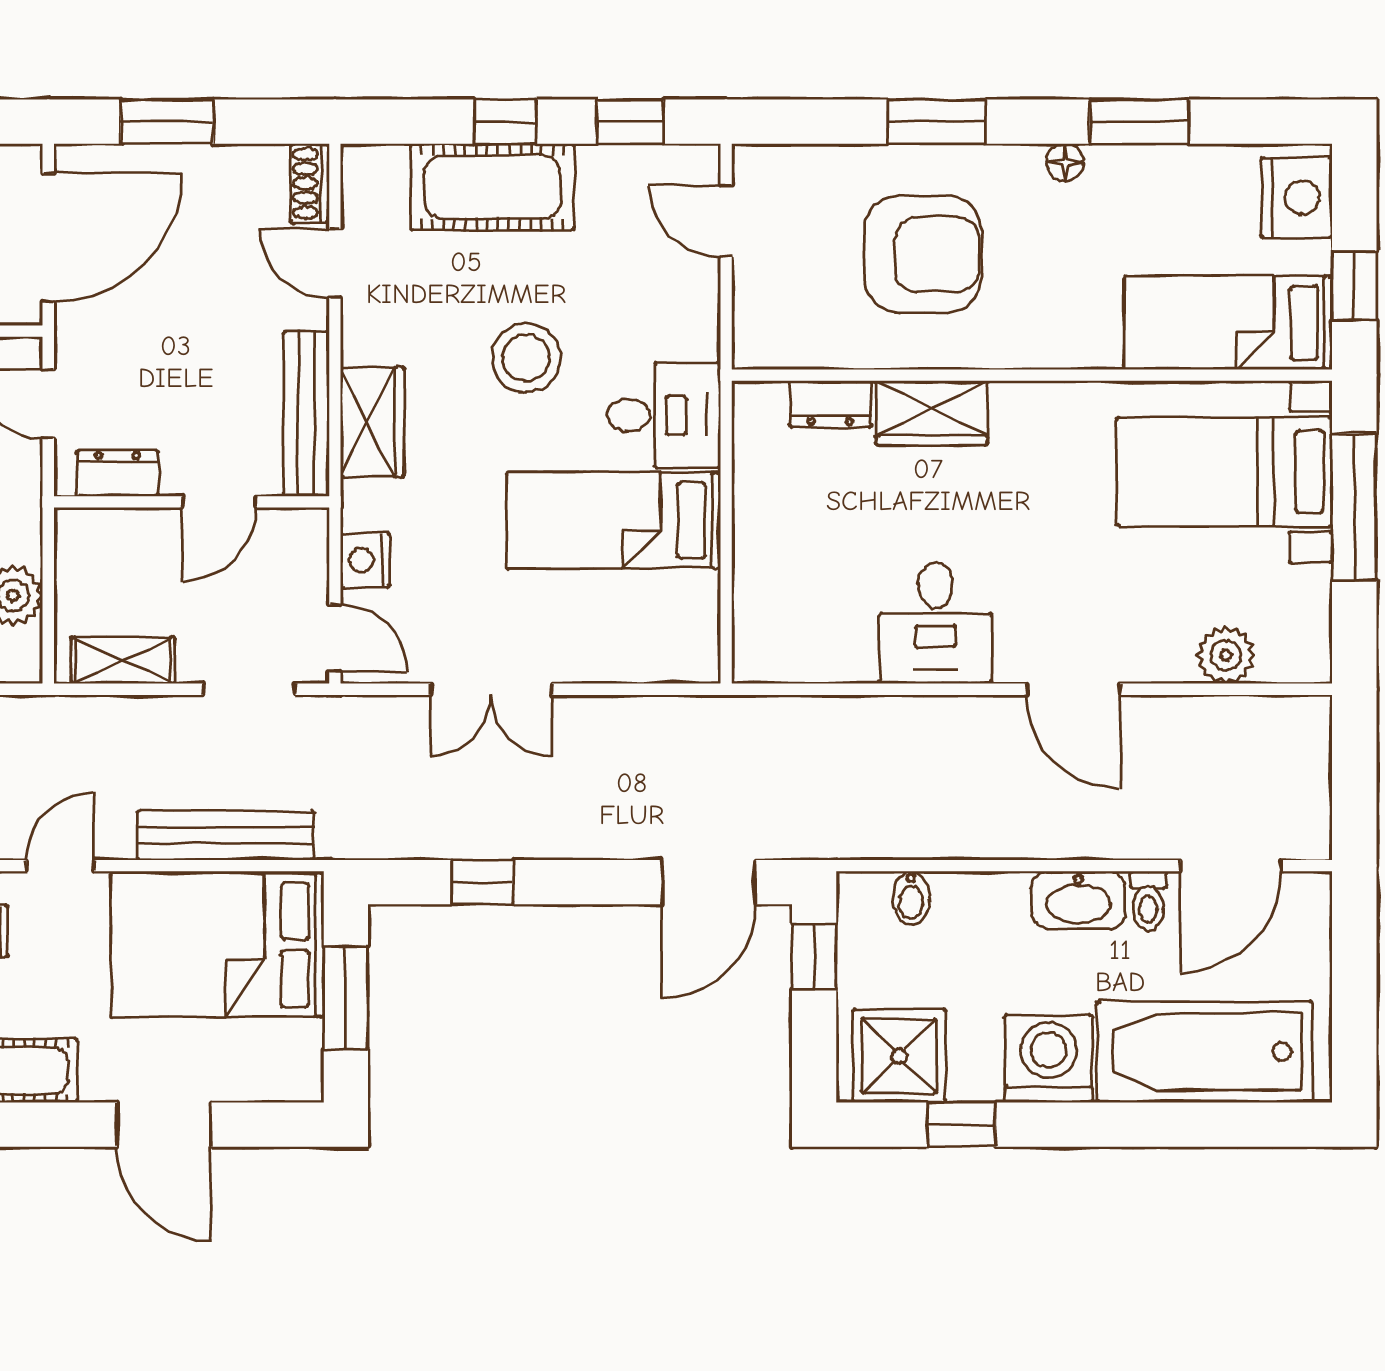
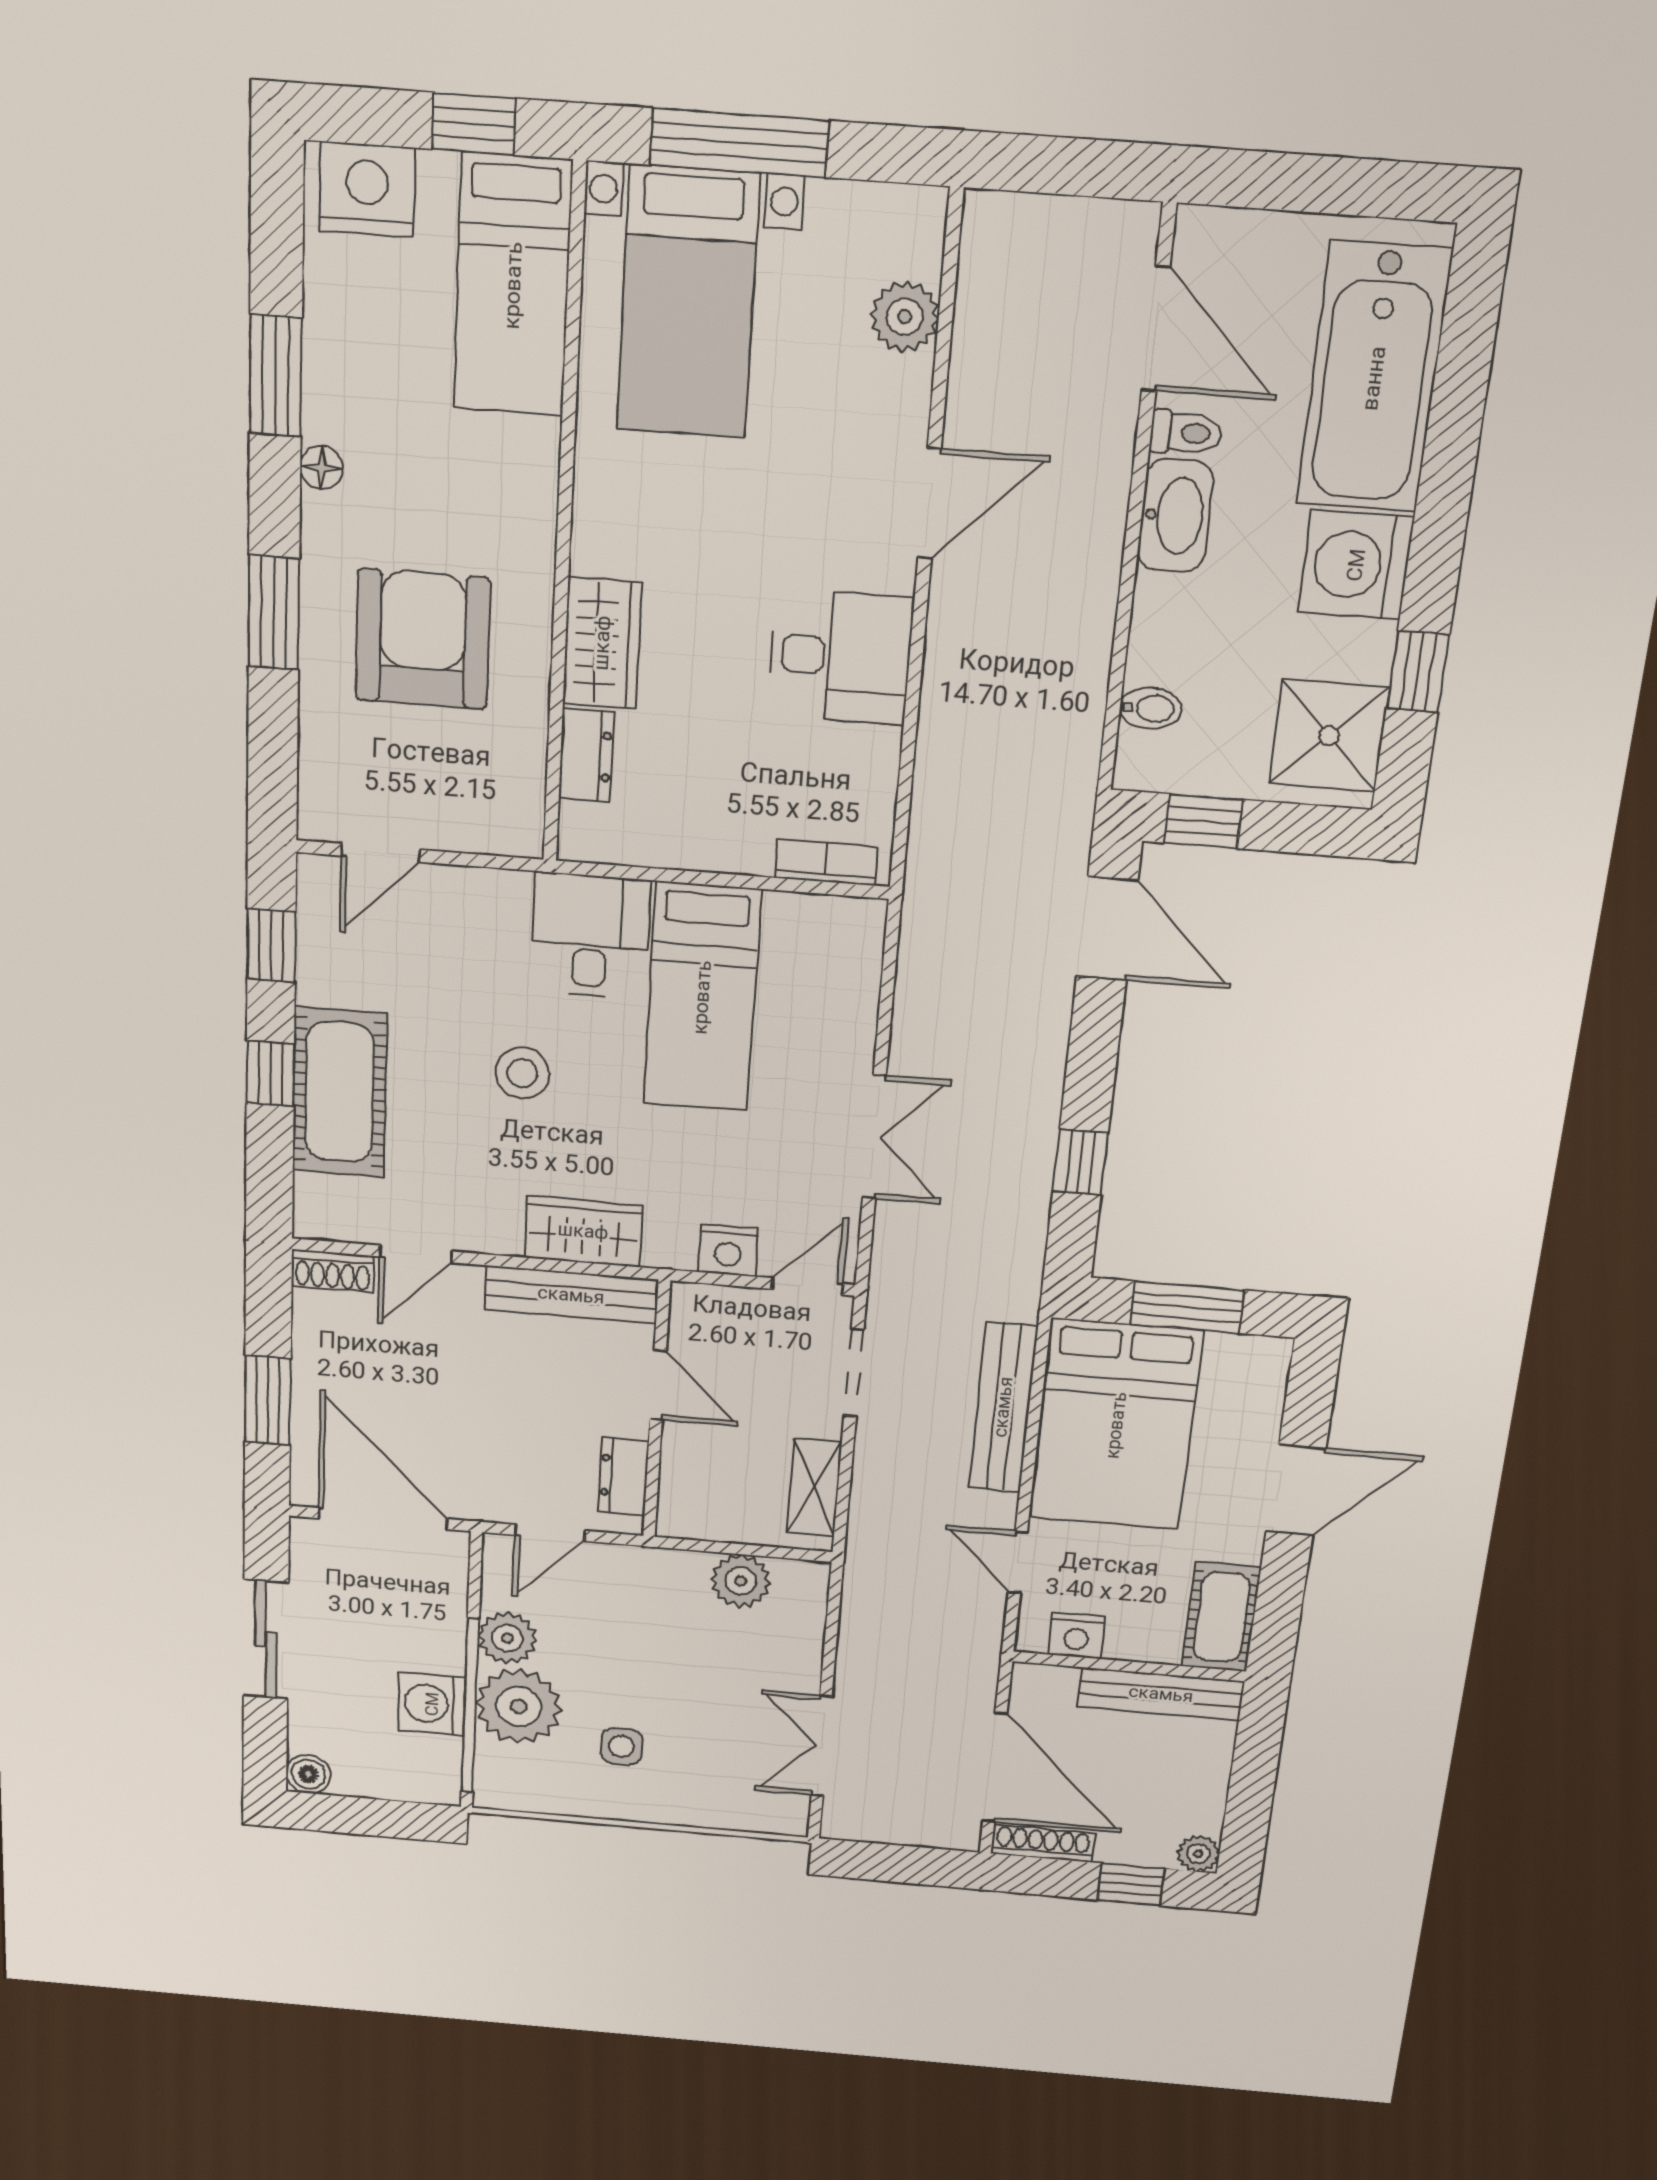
stool: (526, 358) -> (522, 1073), width x0.73, depth x0.73
bookcase: (750, 625) -> (826, 862), added

